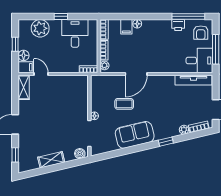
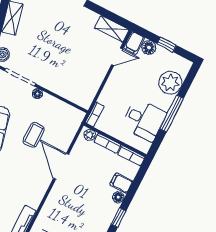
window: (61, 16) -> (172, 114), width x2.17
window: (151, 16) -> (119, 217), added

